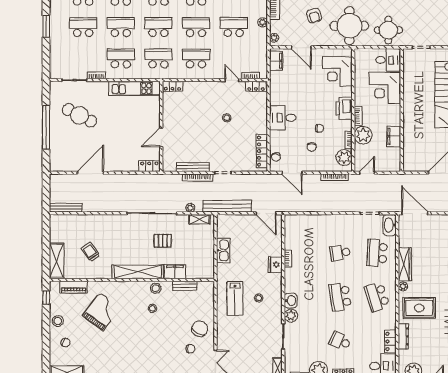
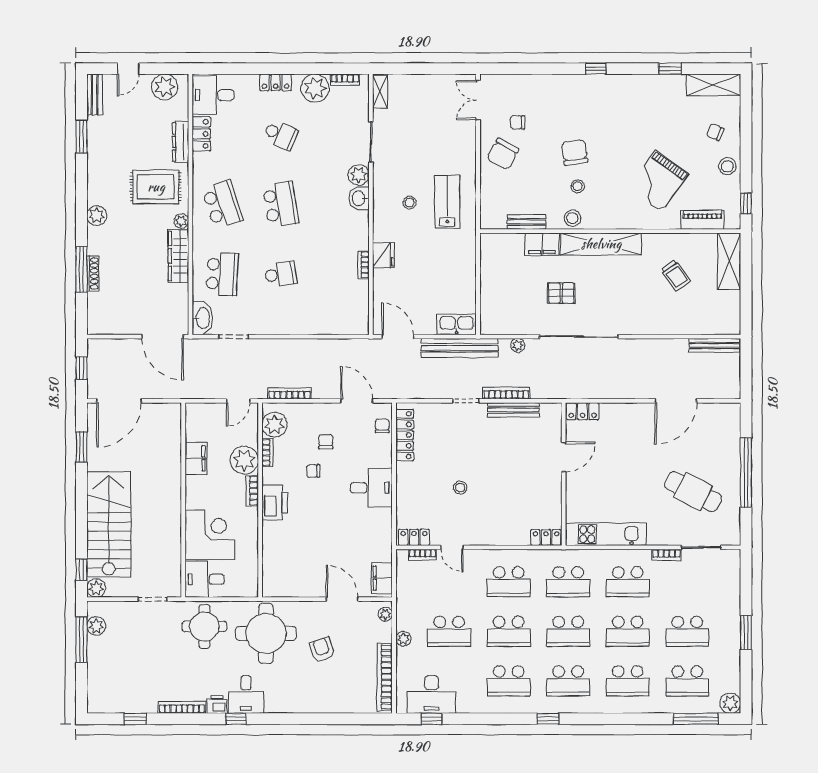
corner desk: (337, 71) -> (285, 561), removed
shelving: (200, 219) -> (503, 327), removed
kitchen sink: (223, 250) -> (457, 324), moved, turned 90
chair: (154, 330) -> (575, 152), added

